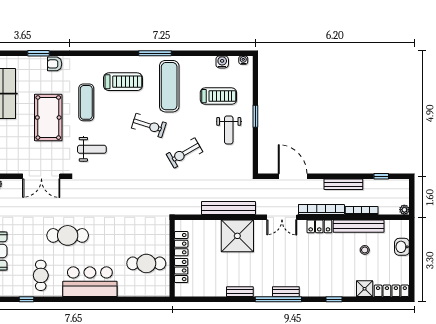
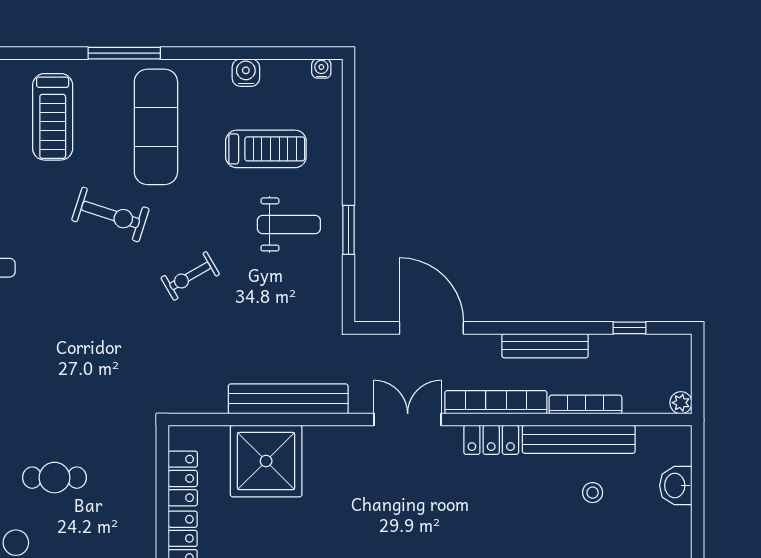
water cooler: (222, 62) -> (246, 73), moved
treadmill: (123, 82) -> (53, 117), turned 90
window: (255, 116) -> (349, 230), moved
weight bench: (229, 130) -> (289, 224), turned -90
exercise bike: (185, 153) -> (190, 276), width x0.73, depth x0.72
double door: (282, 217) -> (408, 420), swing flipped
shower: (237, 236) -> (266, 461), moved
cafe table: (146, 263) -> (54, 478), moved, width x0.73, depth x0.74

